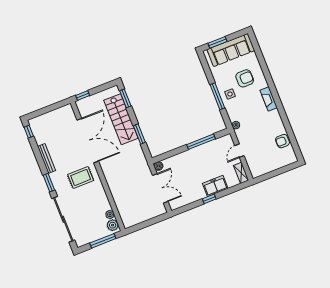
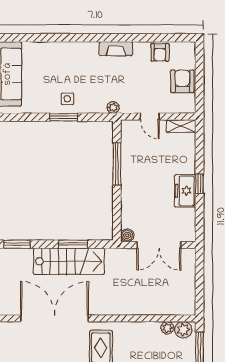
armchair: (245, 78) -> (182, 81), moved
window: (217, 96) -> (64, 117), width x0.69
fireplace: (269, 99) -> (116, 49), moved
stairs: (121, 119) -> (69, 261), moved
freezer: (215, 186) -> (185, 191), moved
double door: (160, 188) -> (159, 245), swing flipped

